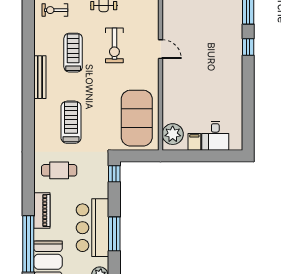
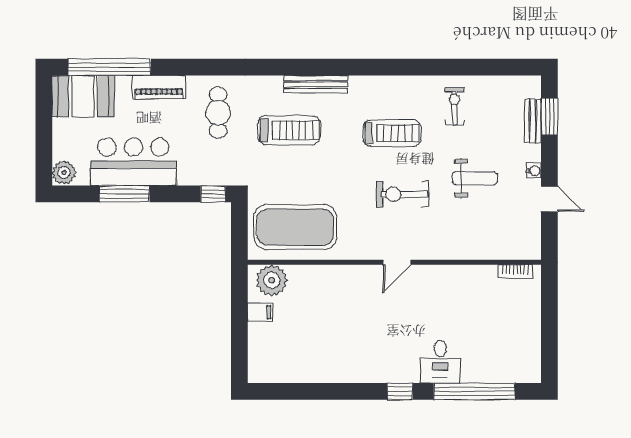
bench: (40, 77) -> (316, 84), moved
desk: (215, 136) -> (440, 362), moved, turned -90

